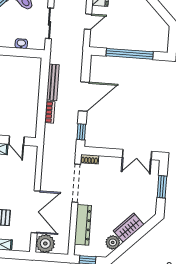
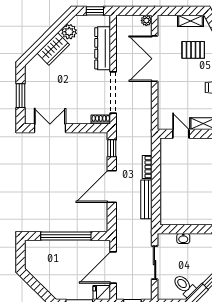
door: (88, 22) -> (113, 267), width x1.88
plant: (45, 244) -> (146, 20), width x0.53, depth x0.53

